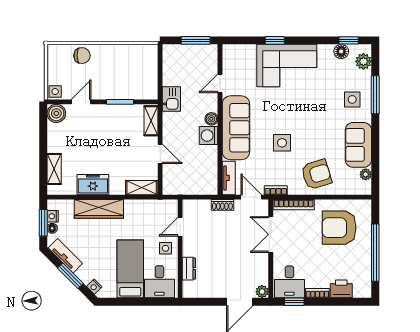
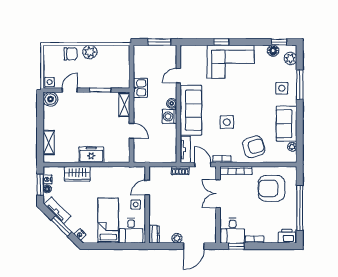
plant: (107, 53) -> (90, 52), added
freezer: (93, 185) -> (91, 155), moved
shelving: (142, 188) -> (117, 157), removed
wardrobe: (99, 209) -> (77, 174), width x0.67
dresser: (189, 269) -> (154, 234), moved
printer: (341, 289) -> (287, 236), moved
plant: (262, 292) -> (177, 238), moved

